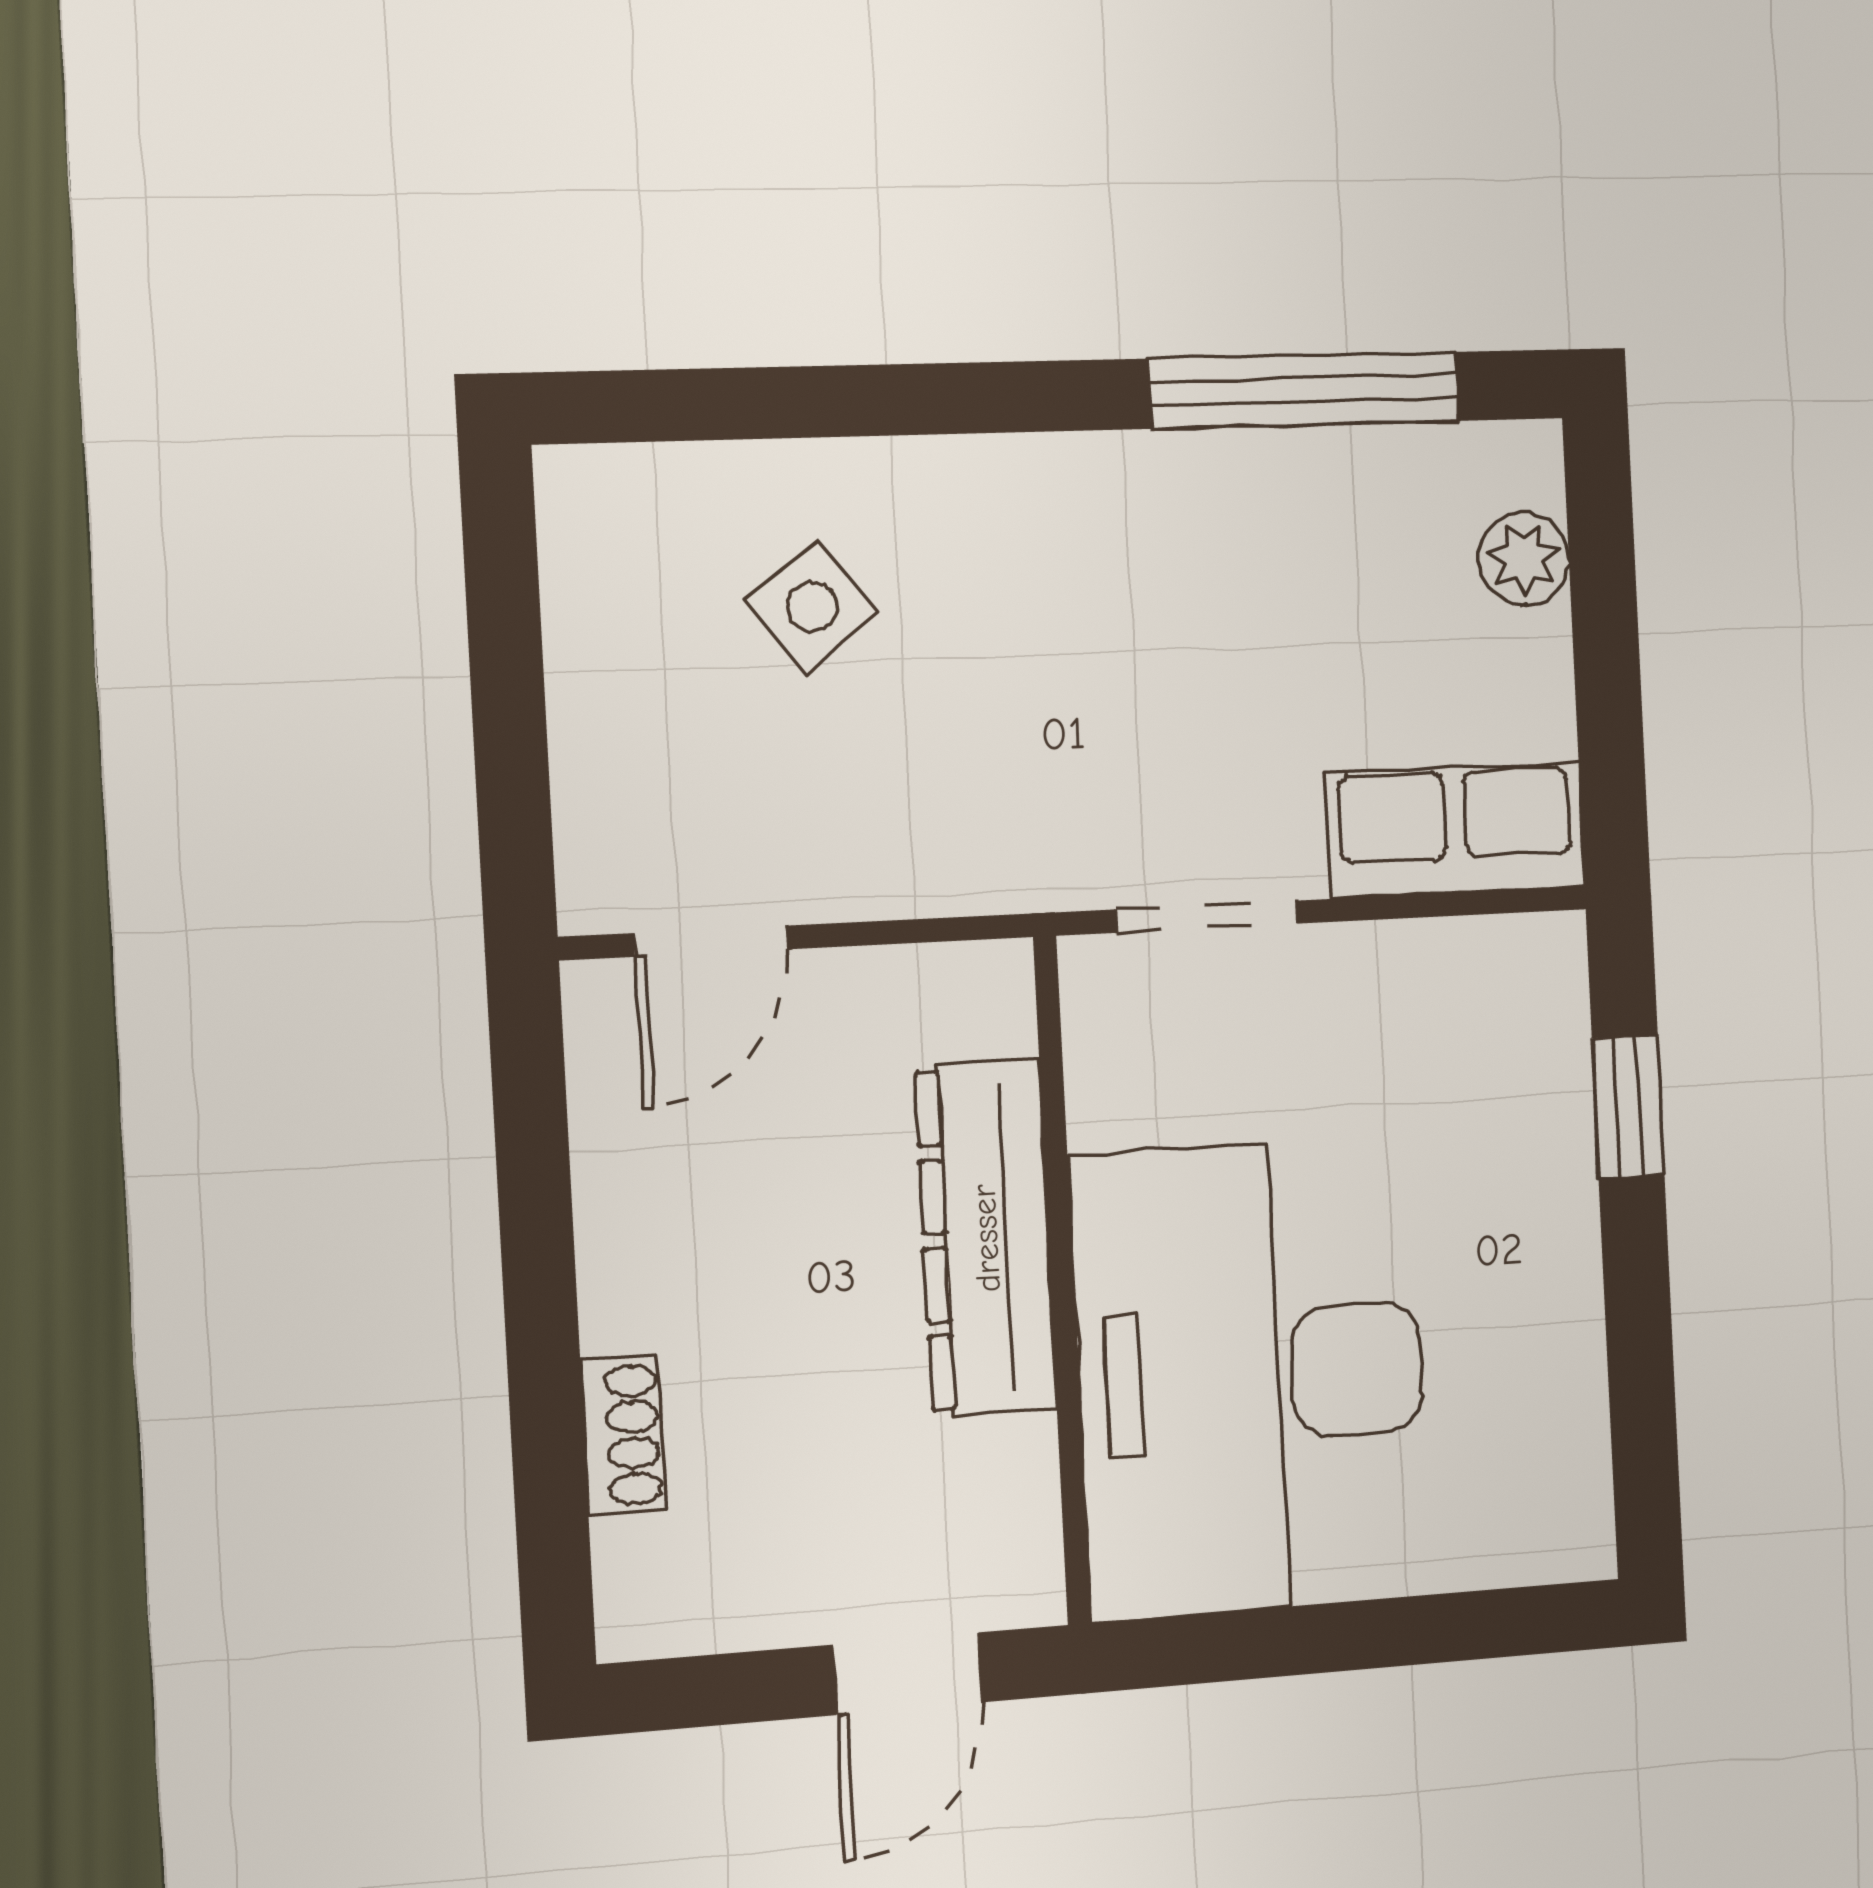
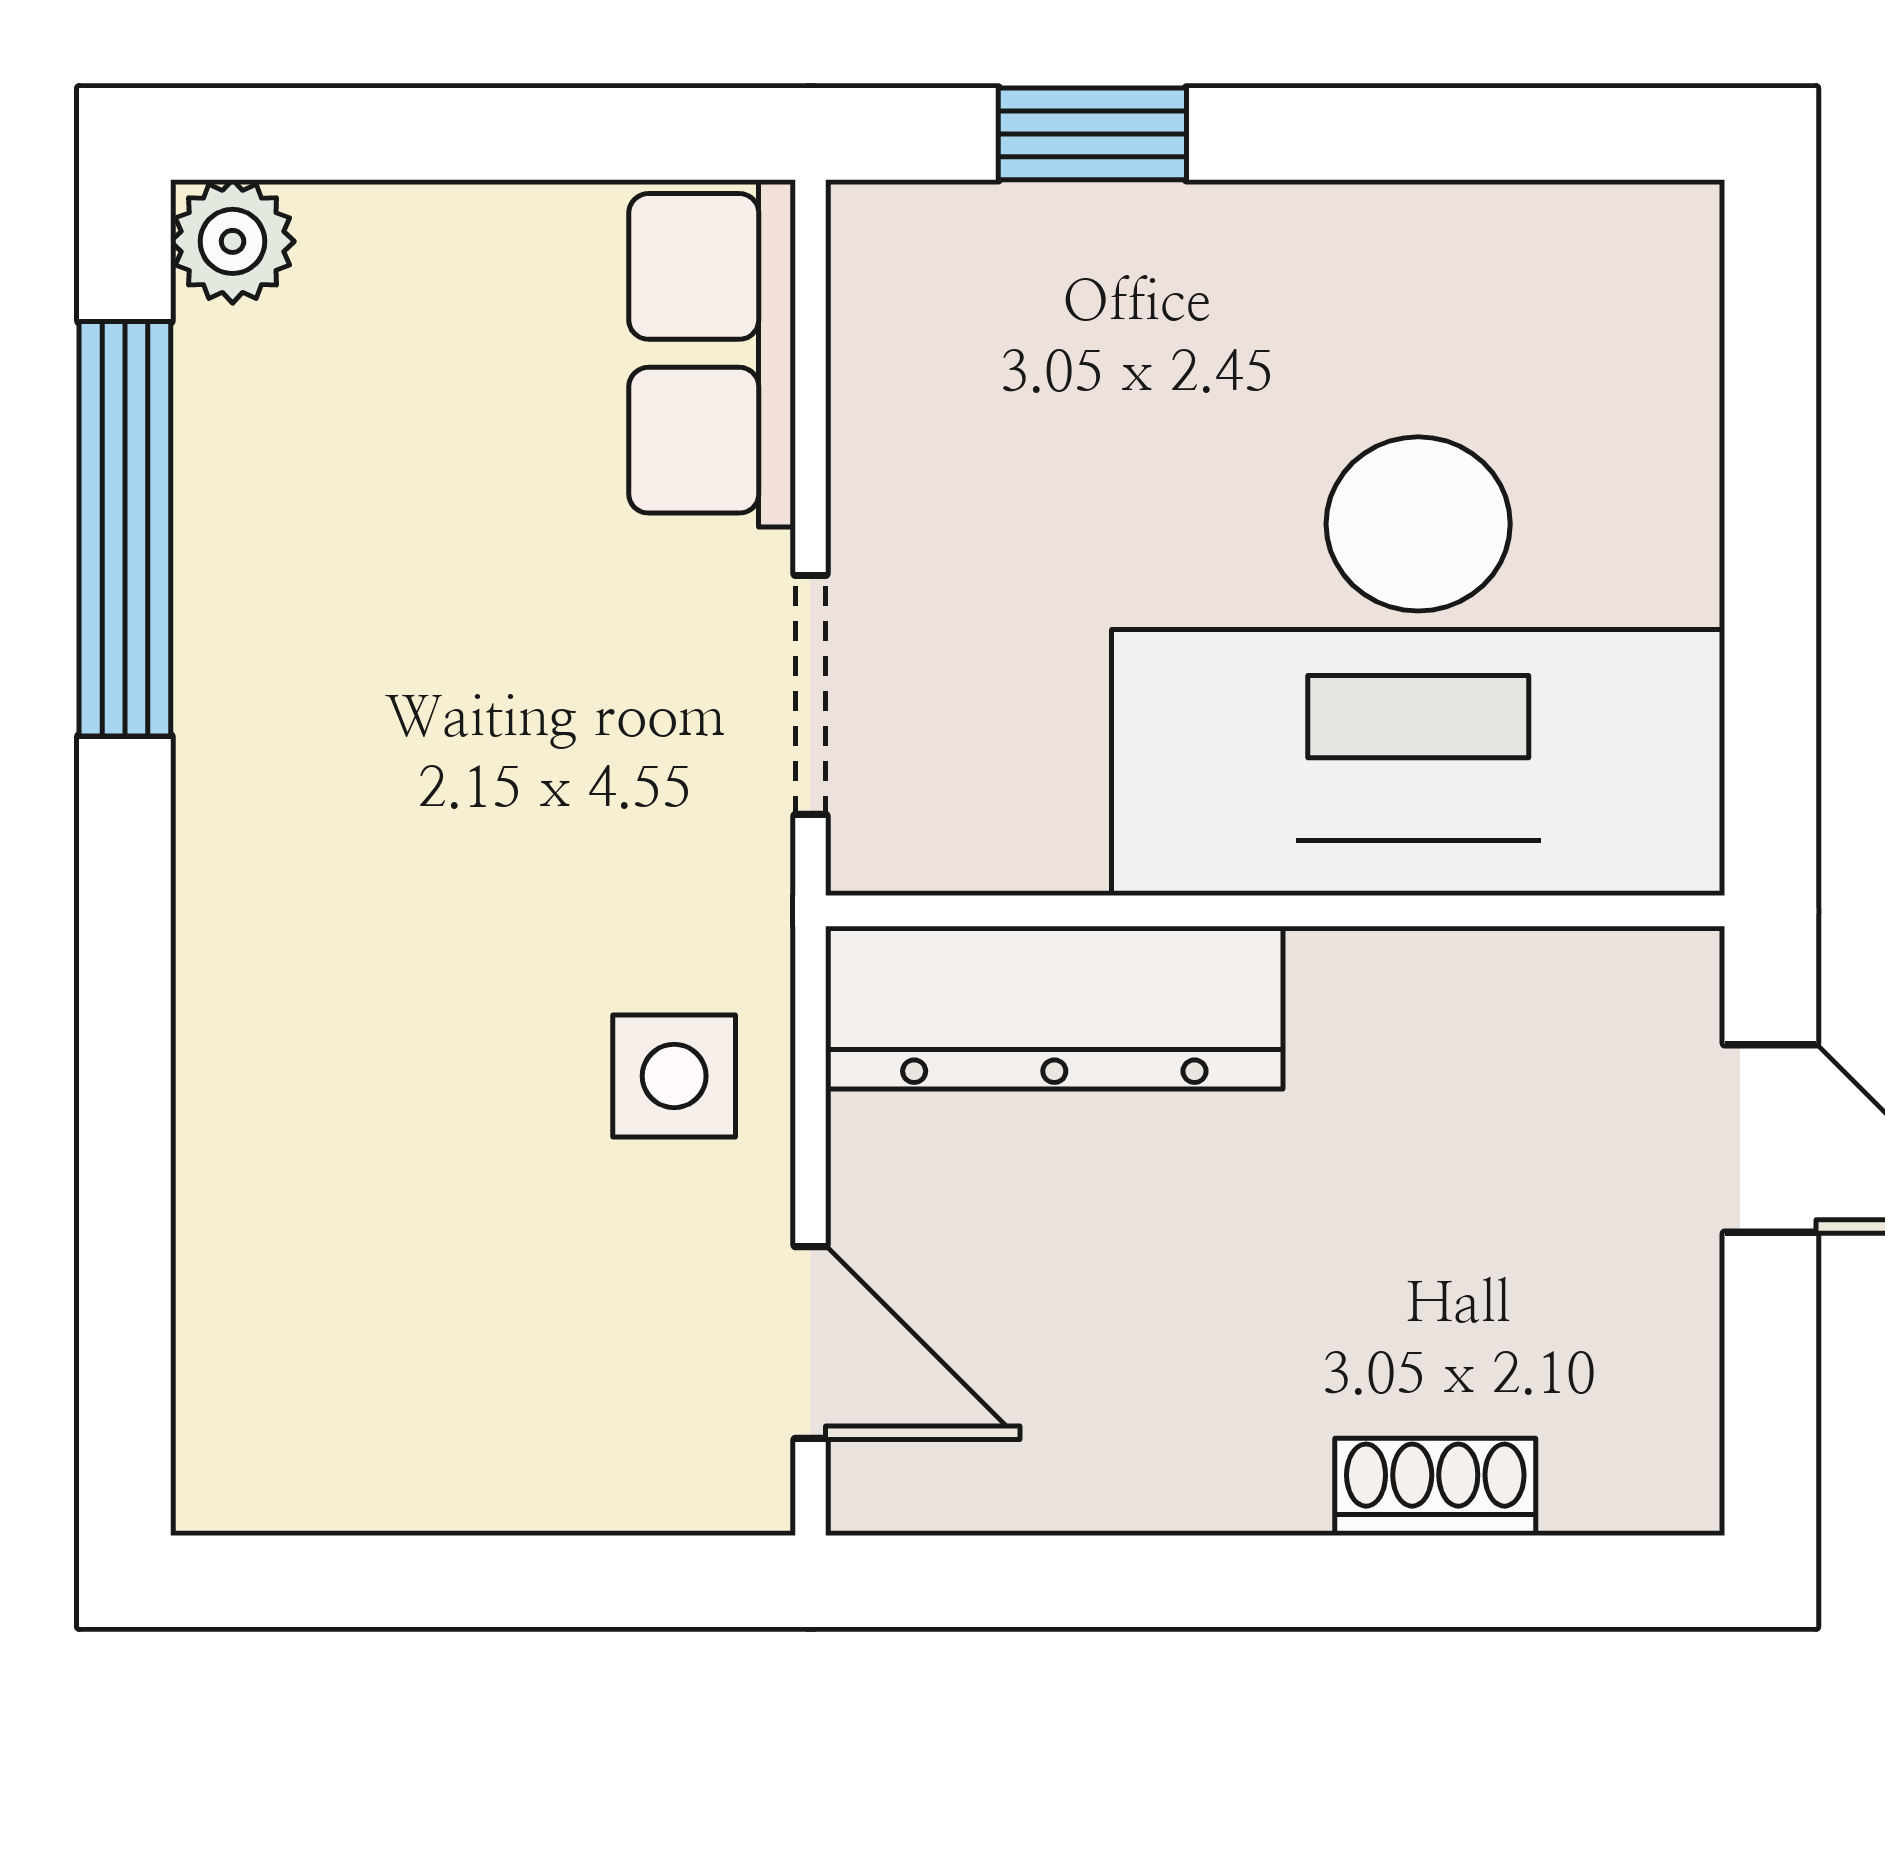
plant: (1524, 559) -> (233, 241), moved
side table: (812, 607) -> (674, 1076), moved, turned 37
dresser: (986, 1238) -> (1054, 1008), moved

